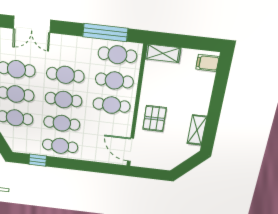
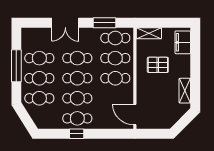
double door: (32, 24) -> (65, 23), moved
window: (105, 33) -> (105, 23), width x0.69
filing cabinet: (207, 63) -> (183, 42), width x2.00
pallet: (155, 119) -> (158, 65), moved, turned 90
window: (38, 160) -> (77, 134), moved

